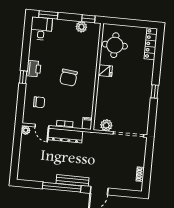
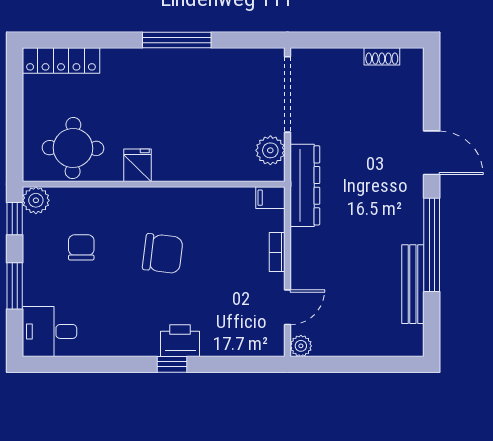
window: (48, 15) -> (15, 286), moved
plant: (81, 27) -> (36, 200), moved
printer: (34, 69) -> (180, 341), moved
window: (155, 91) -> (177, 40), width x2.17
chair: (39, 102) -> (81, 247), moved
dresser: (65, 136) -> (305, 185), moved
bench: (73, 180) -> (413, 284), moved

